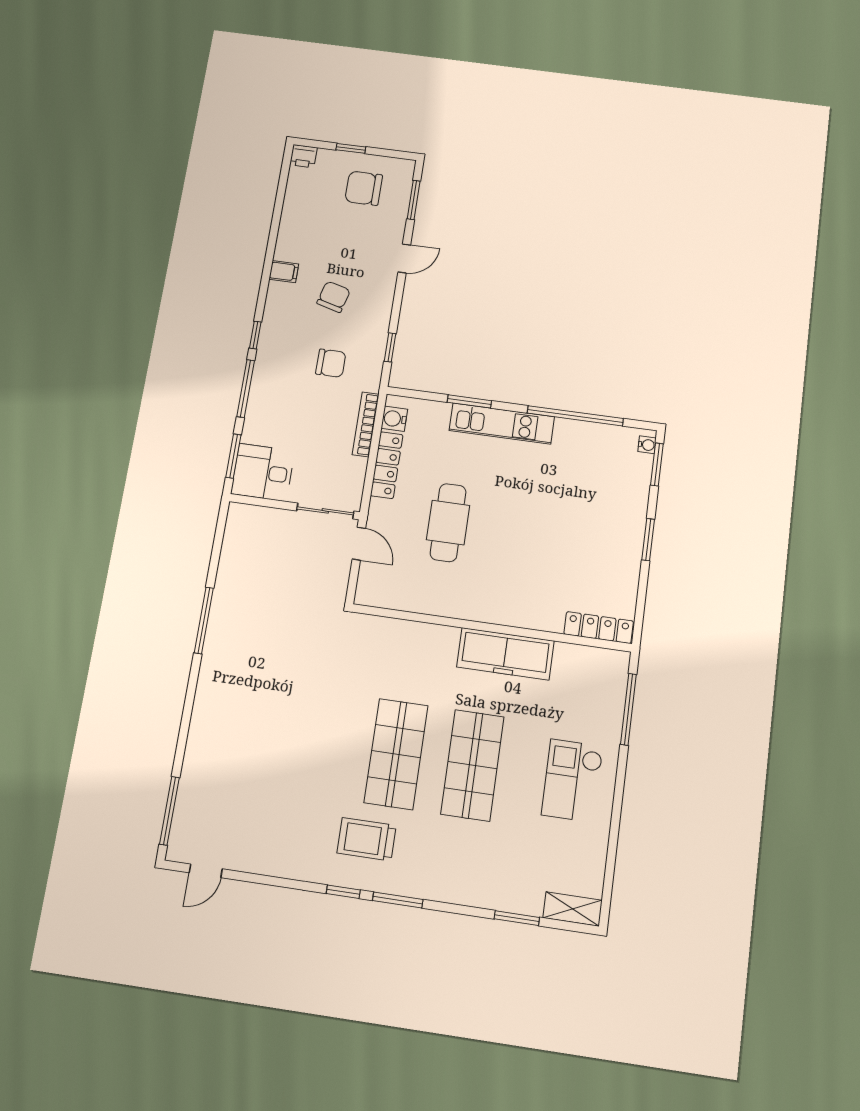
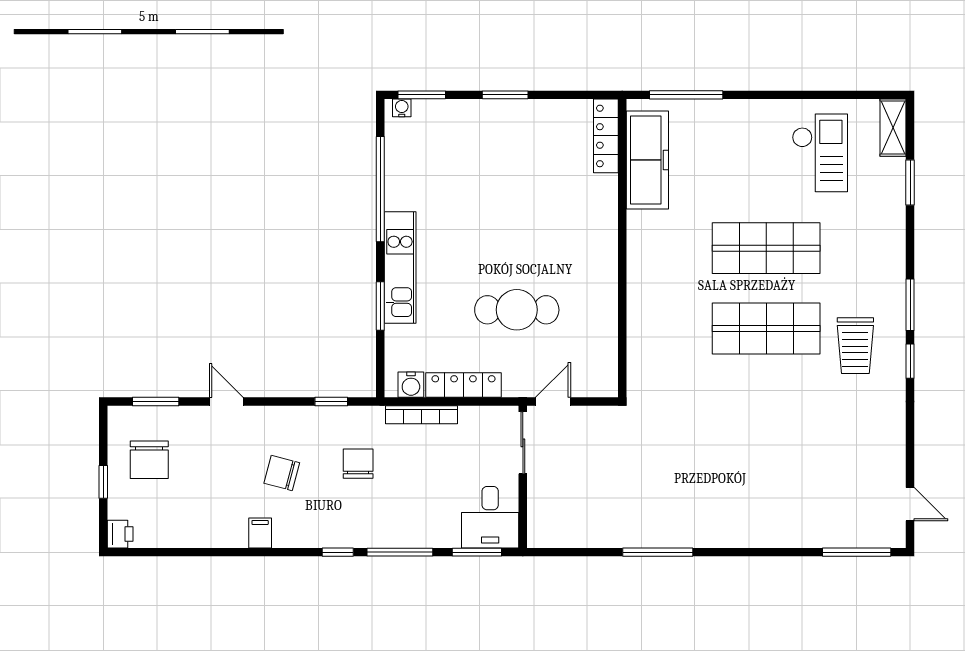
freezer: (505, 654) -> (647, 160), moved
checkout: (572, 781) -> (820, 153), moved, turned -90

